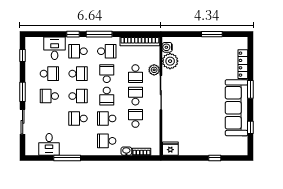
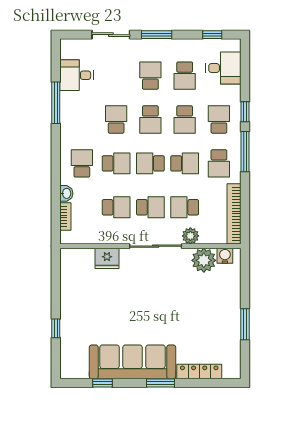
desk: (55, 48) -> (223, 68), moved
school desk: (107, 118) -> (116, 163), turned 90
fridge: (170, 149) -> (107, 258), moved, turned 90

